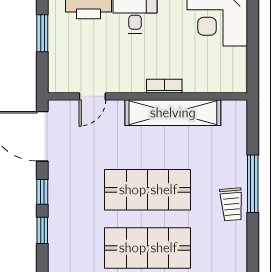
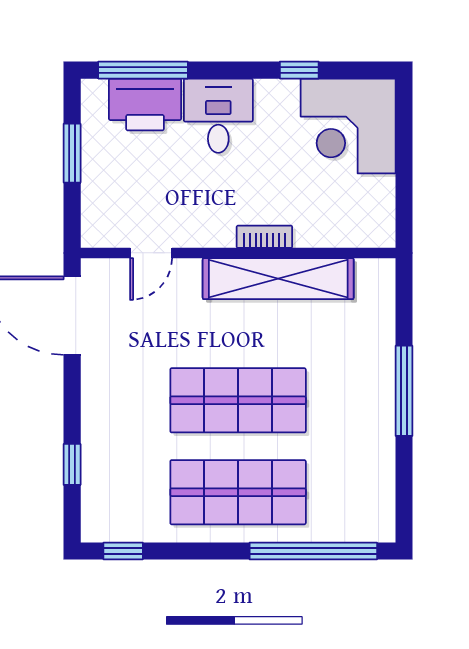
window: (42, 192) -> (72, 403), removed
trolley: (232, 204) -> (371, 423), removed

